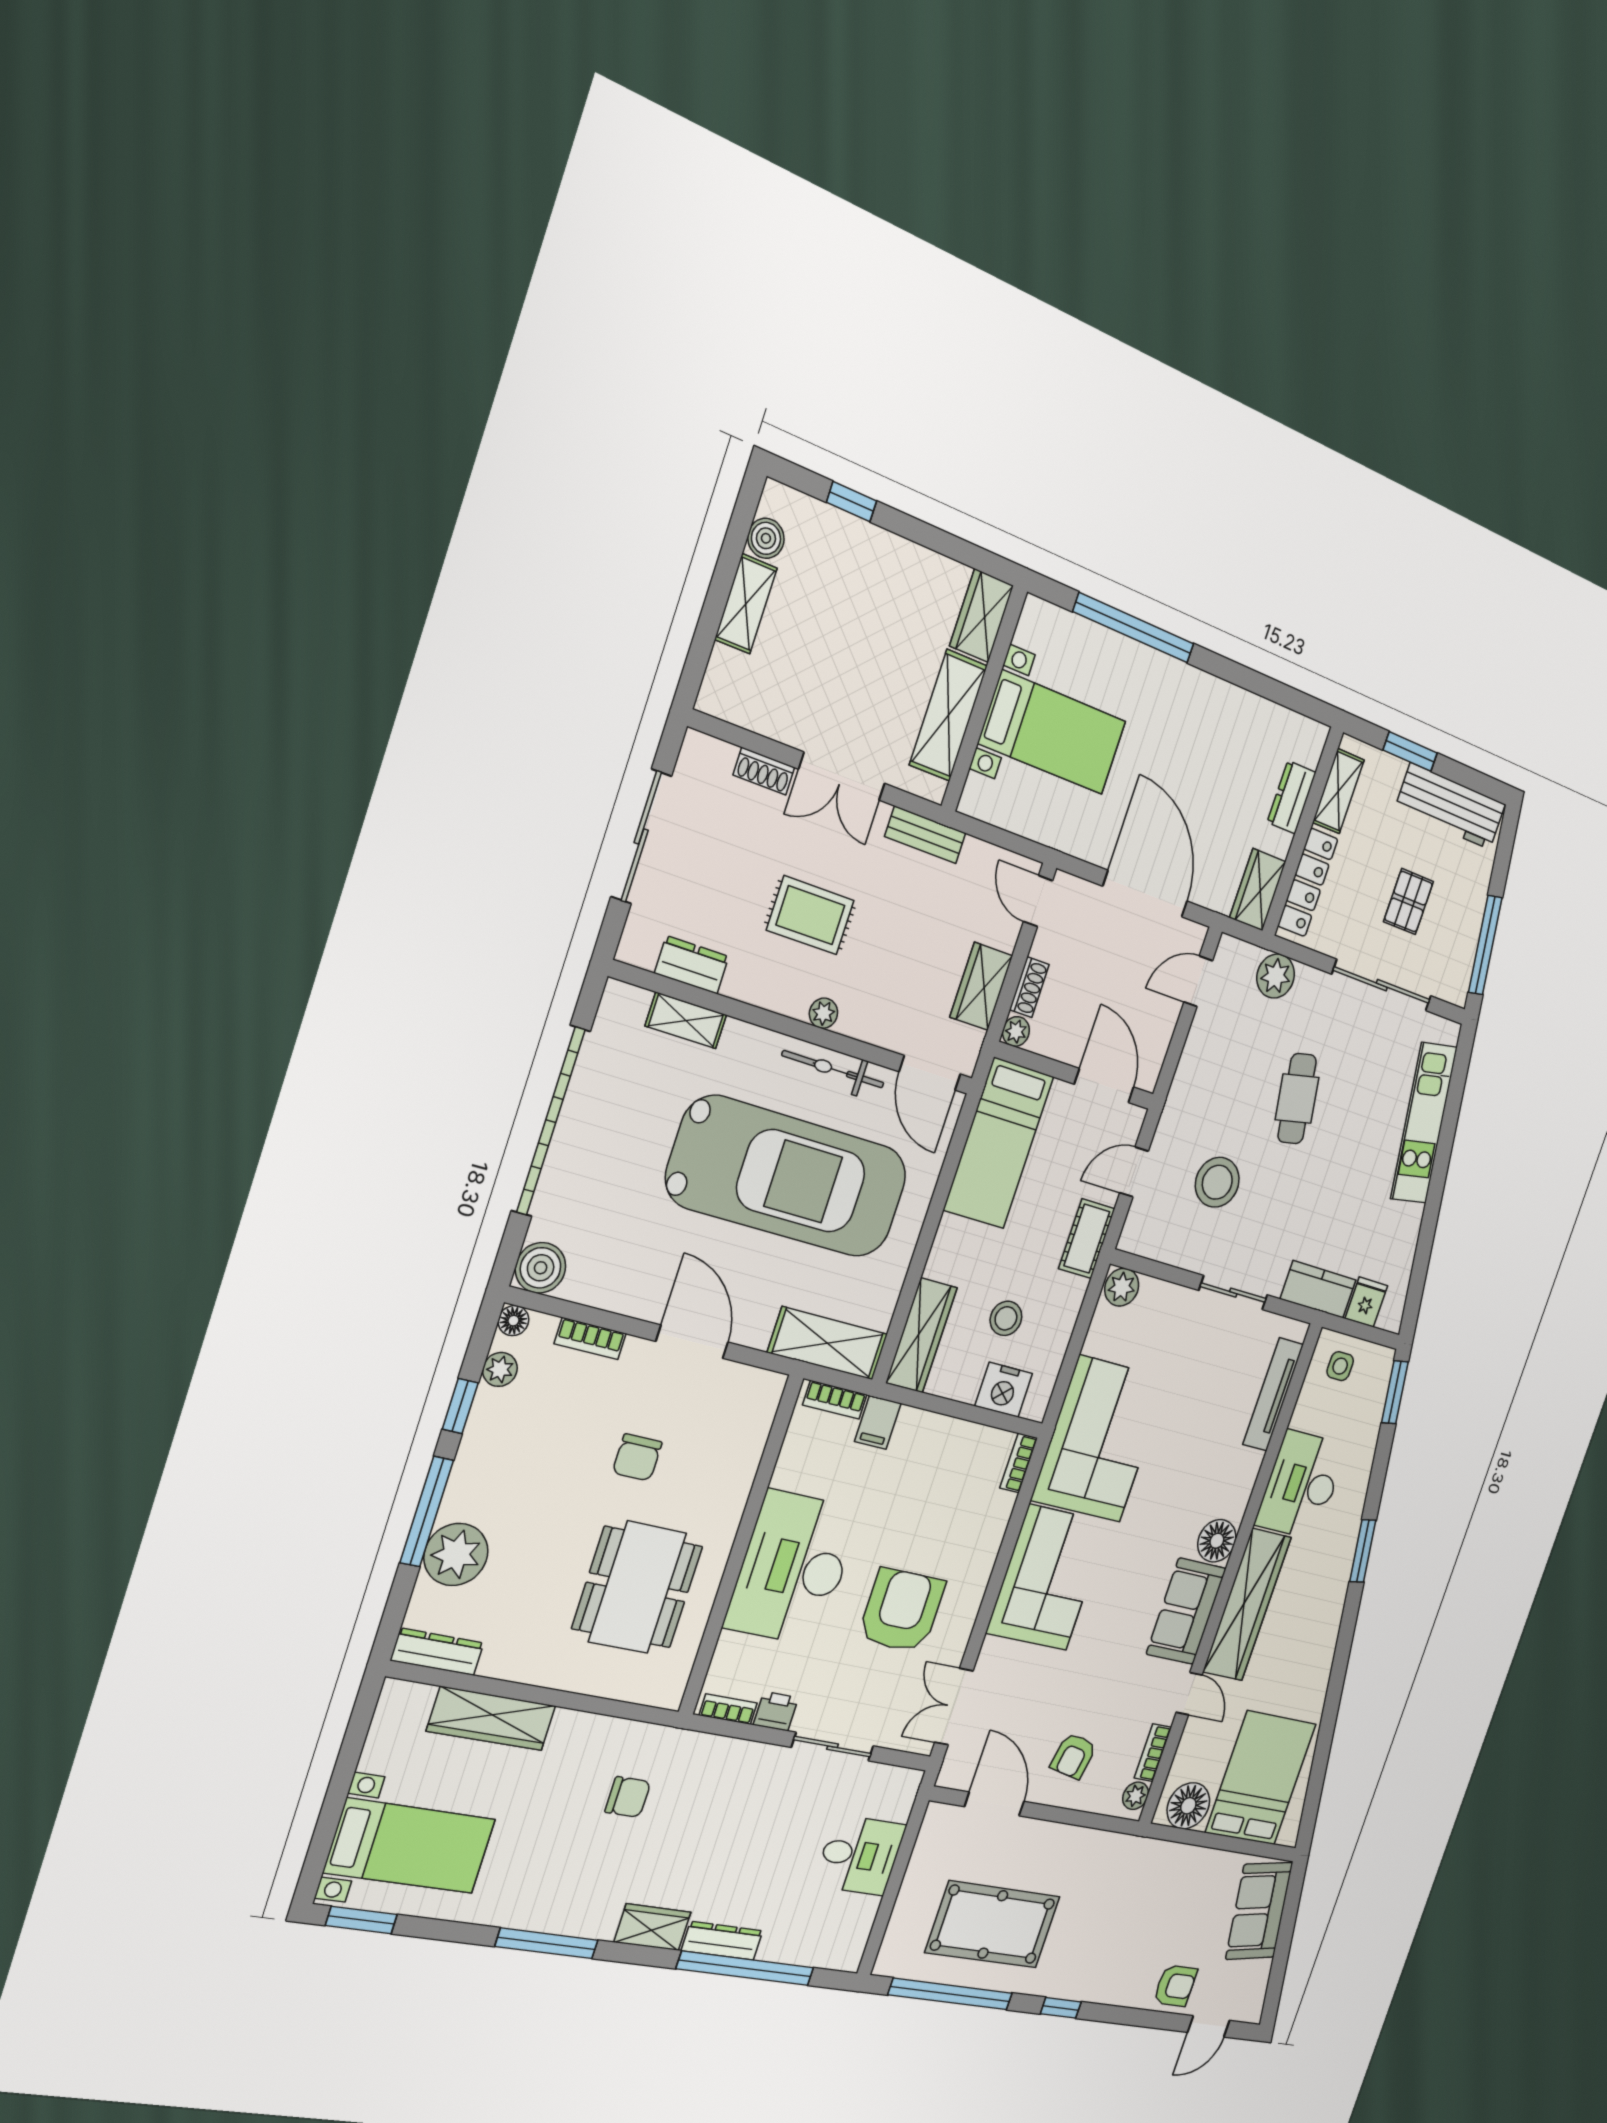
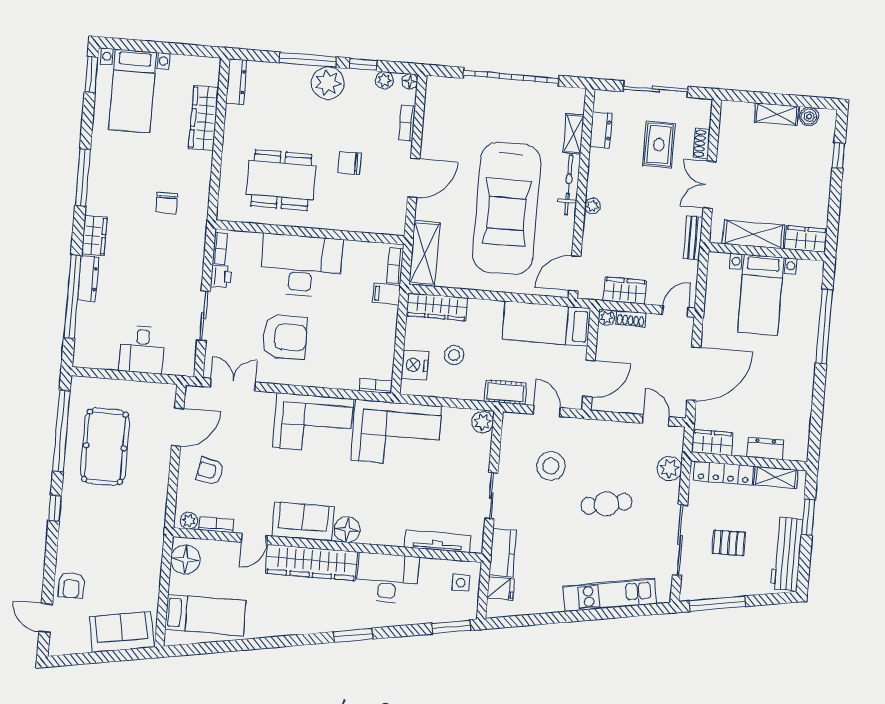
rug: (810, 915) -> (659, 145), moved
bicycle: (833, 1069) -> (569, 185), moved
boiler: (541, 1268) -> (438, 89), removed
plant: (456, 1554) -> (328, 83), moved
bed: (1261, 1778) -> (205, 615), width x0.67

